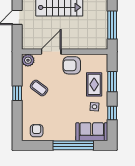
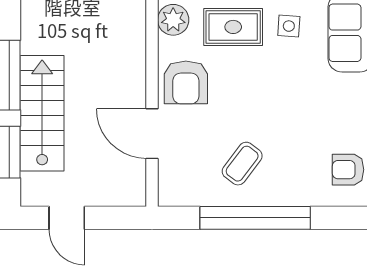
plant: (28, 60) -> (173, 20), moved
window: (17, 93) -> (255, 218), width x3.17

